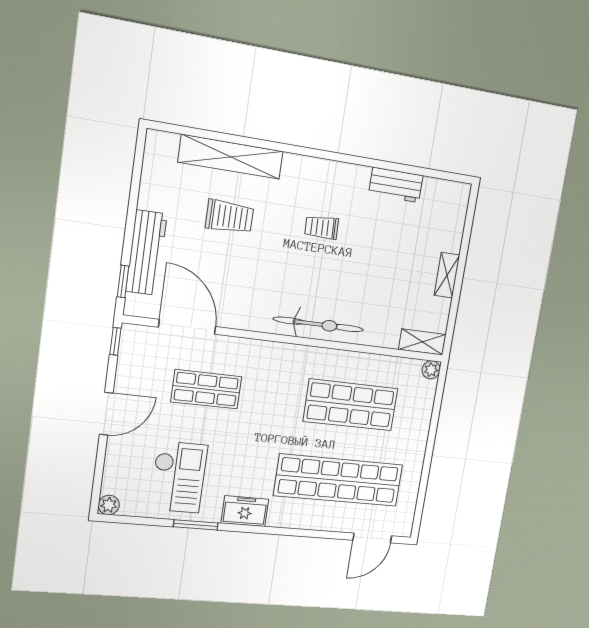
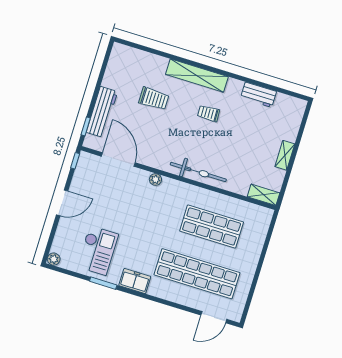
shelving: (231, 157) -> (197, 76), moved
plant: (431, 370) -> (155, 179), moved
shop shelf: (206, 389) -> (123, 199), removed

